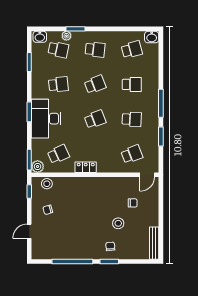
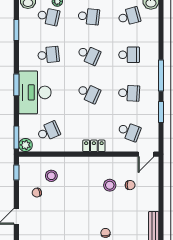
school desk: (95, 84) -> (89, 55), turned 45
school desk: (95, 119) -> (89, 93), turned 45
school desk: (132, 154) -> (129, 131), turned 42
locker: (86, 167) -> (94, 146), moved
stool: (47, 184) -> (51, 176), moved
stool: (118, 223) -> (110, 185), moved

